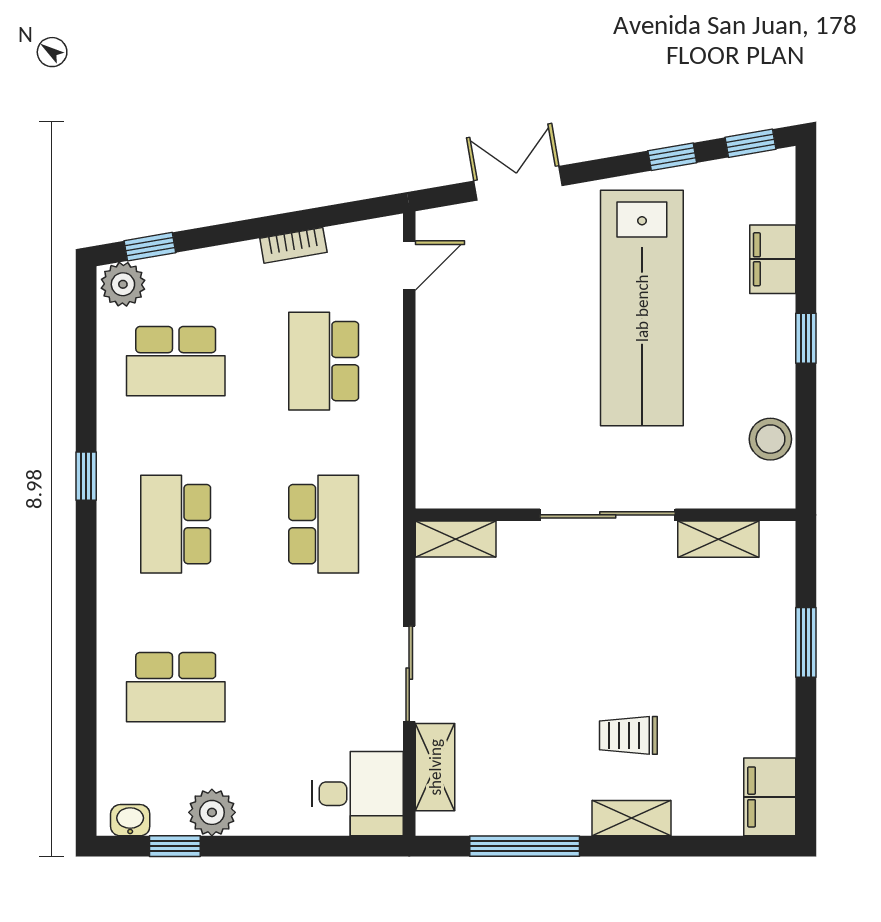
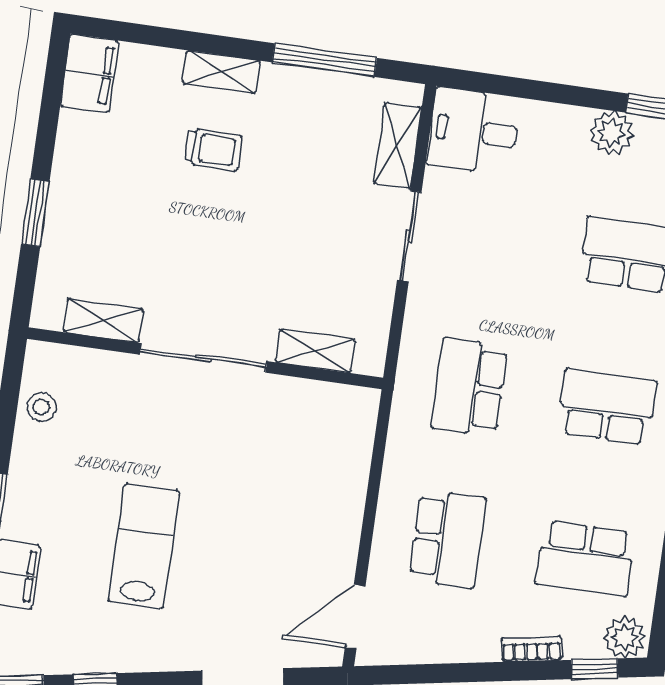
bookcase: (293, 245) -> (532, 649), moved
door: (409, 265) -> (355, 617), width x1.38
lab bench: (642, 308) -> (144, 546), width x0.54, depth x0.72
school desk: (176, 361) -> (586, 559), turned 180
stool: (770, 439) -> (41, 407), width x0.73, depth x0.73
school desk: (176, 524) -> (607, 407), turned -90
shelving: (456, 539) -> (315, 351), moved

